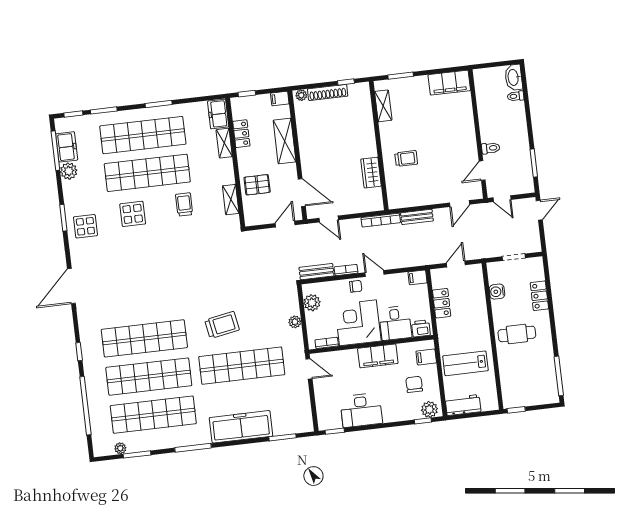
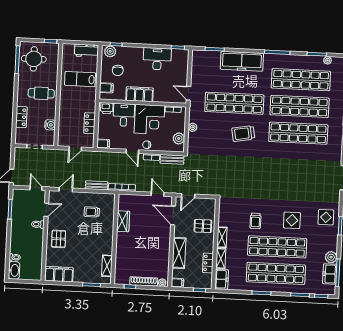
pallet: (458, 132) -> (59, 239), added
trolley: (406, 159) -> (92, 212), moved
shelving: (231, 200) -> (222, 237), moved
lab bench: (465, 363) -> (80, 79), turned 180
round table: (536, 381) -> (34, 59), added

